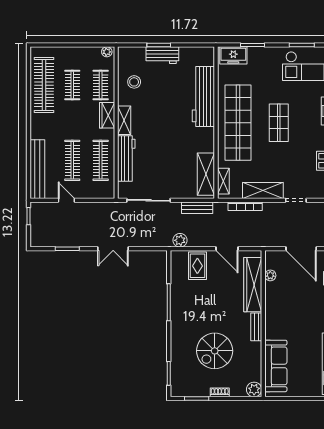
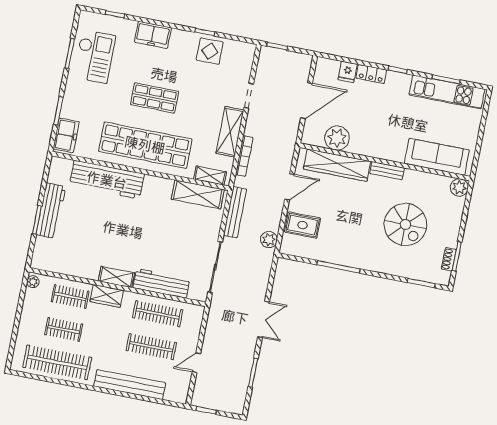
workbench: (162, 55) -> (51, 211), width x1.38
stool: (134, 82) -> (74, 257), removed
bench: (37, 169) -> (130, 385), moved
bench: (197, 208) -> (235, 212), width x1.36
plant: (270, 275) -> (337, 138), width x1.88, depth x1.88
shoe rack: (220, 392) -> (449, 259), moved

